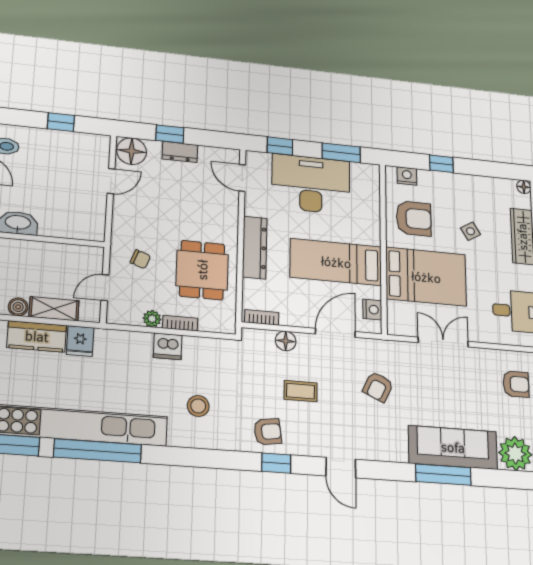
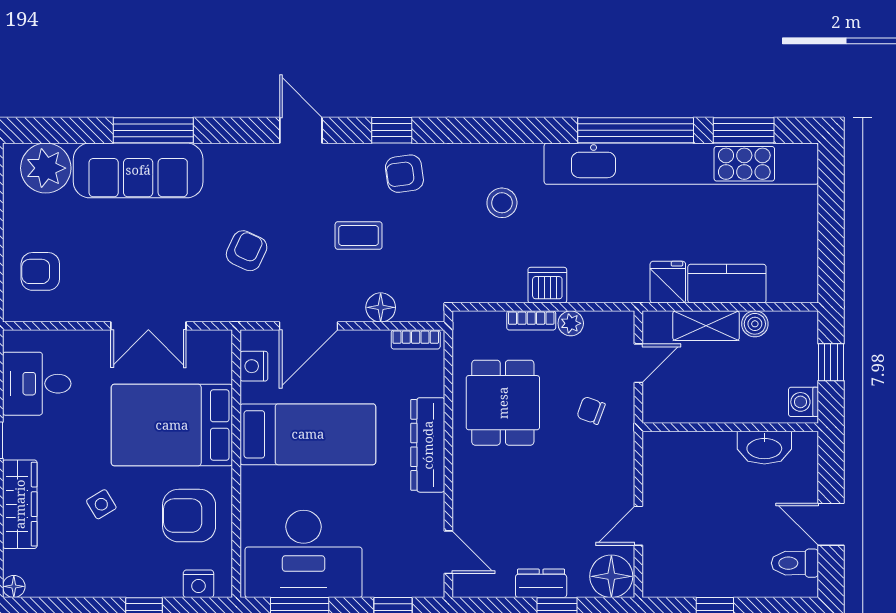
desk: (311, 184) -> (304, 554), moved

